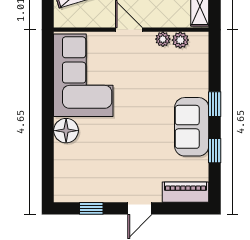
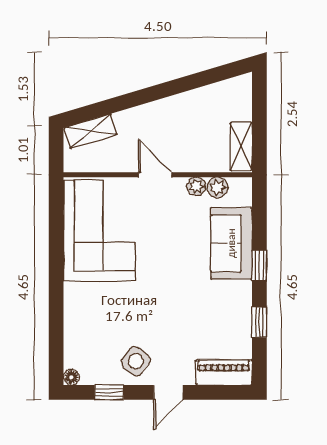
sofa: (192, 127) -> (231, 243), moved
floor lamp: (66, 131) -> (71, 377), moved, width x0.53, depth x0.53
side table: (113, 183) -> (136, 361), added

